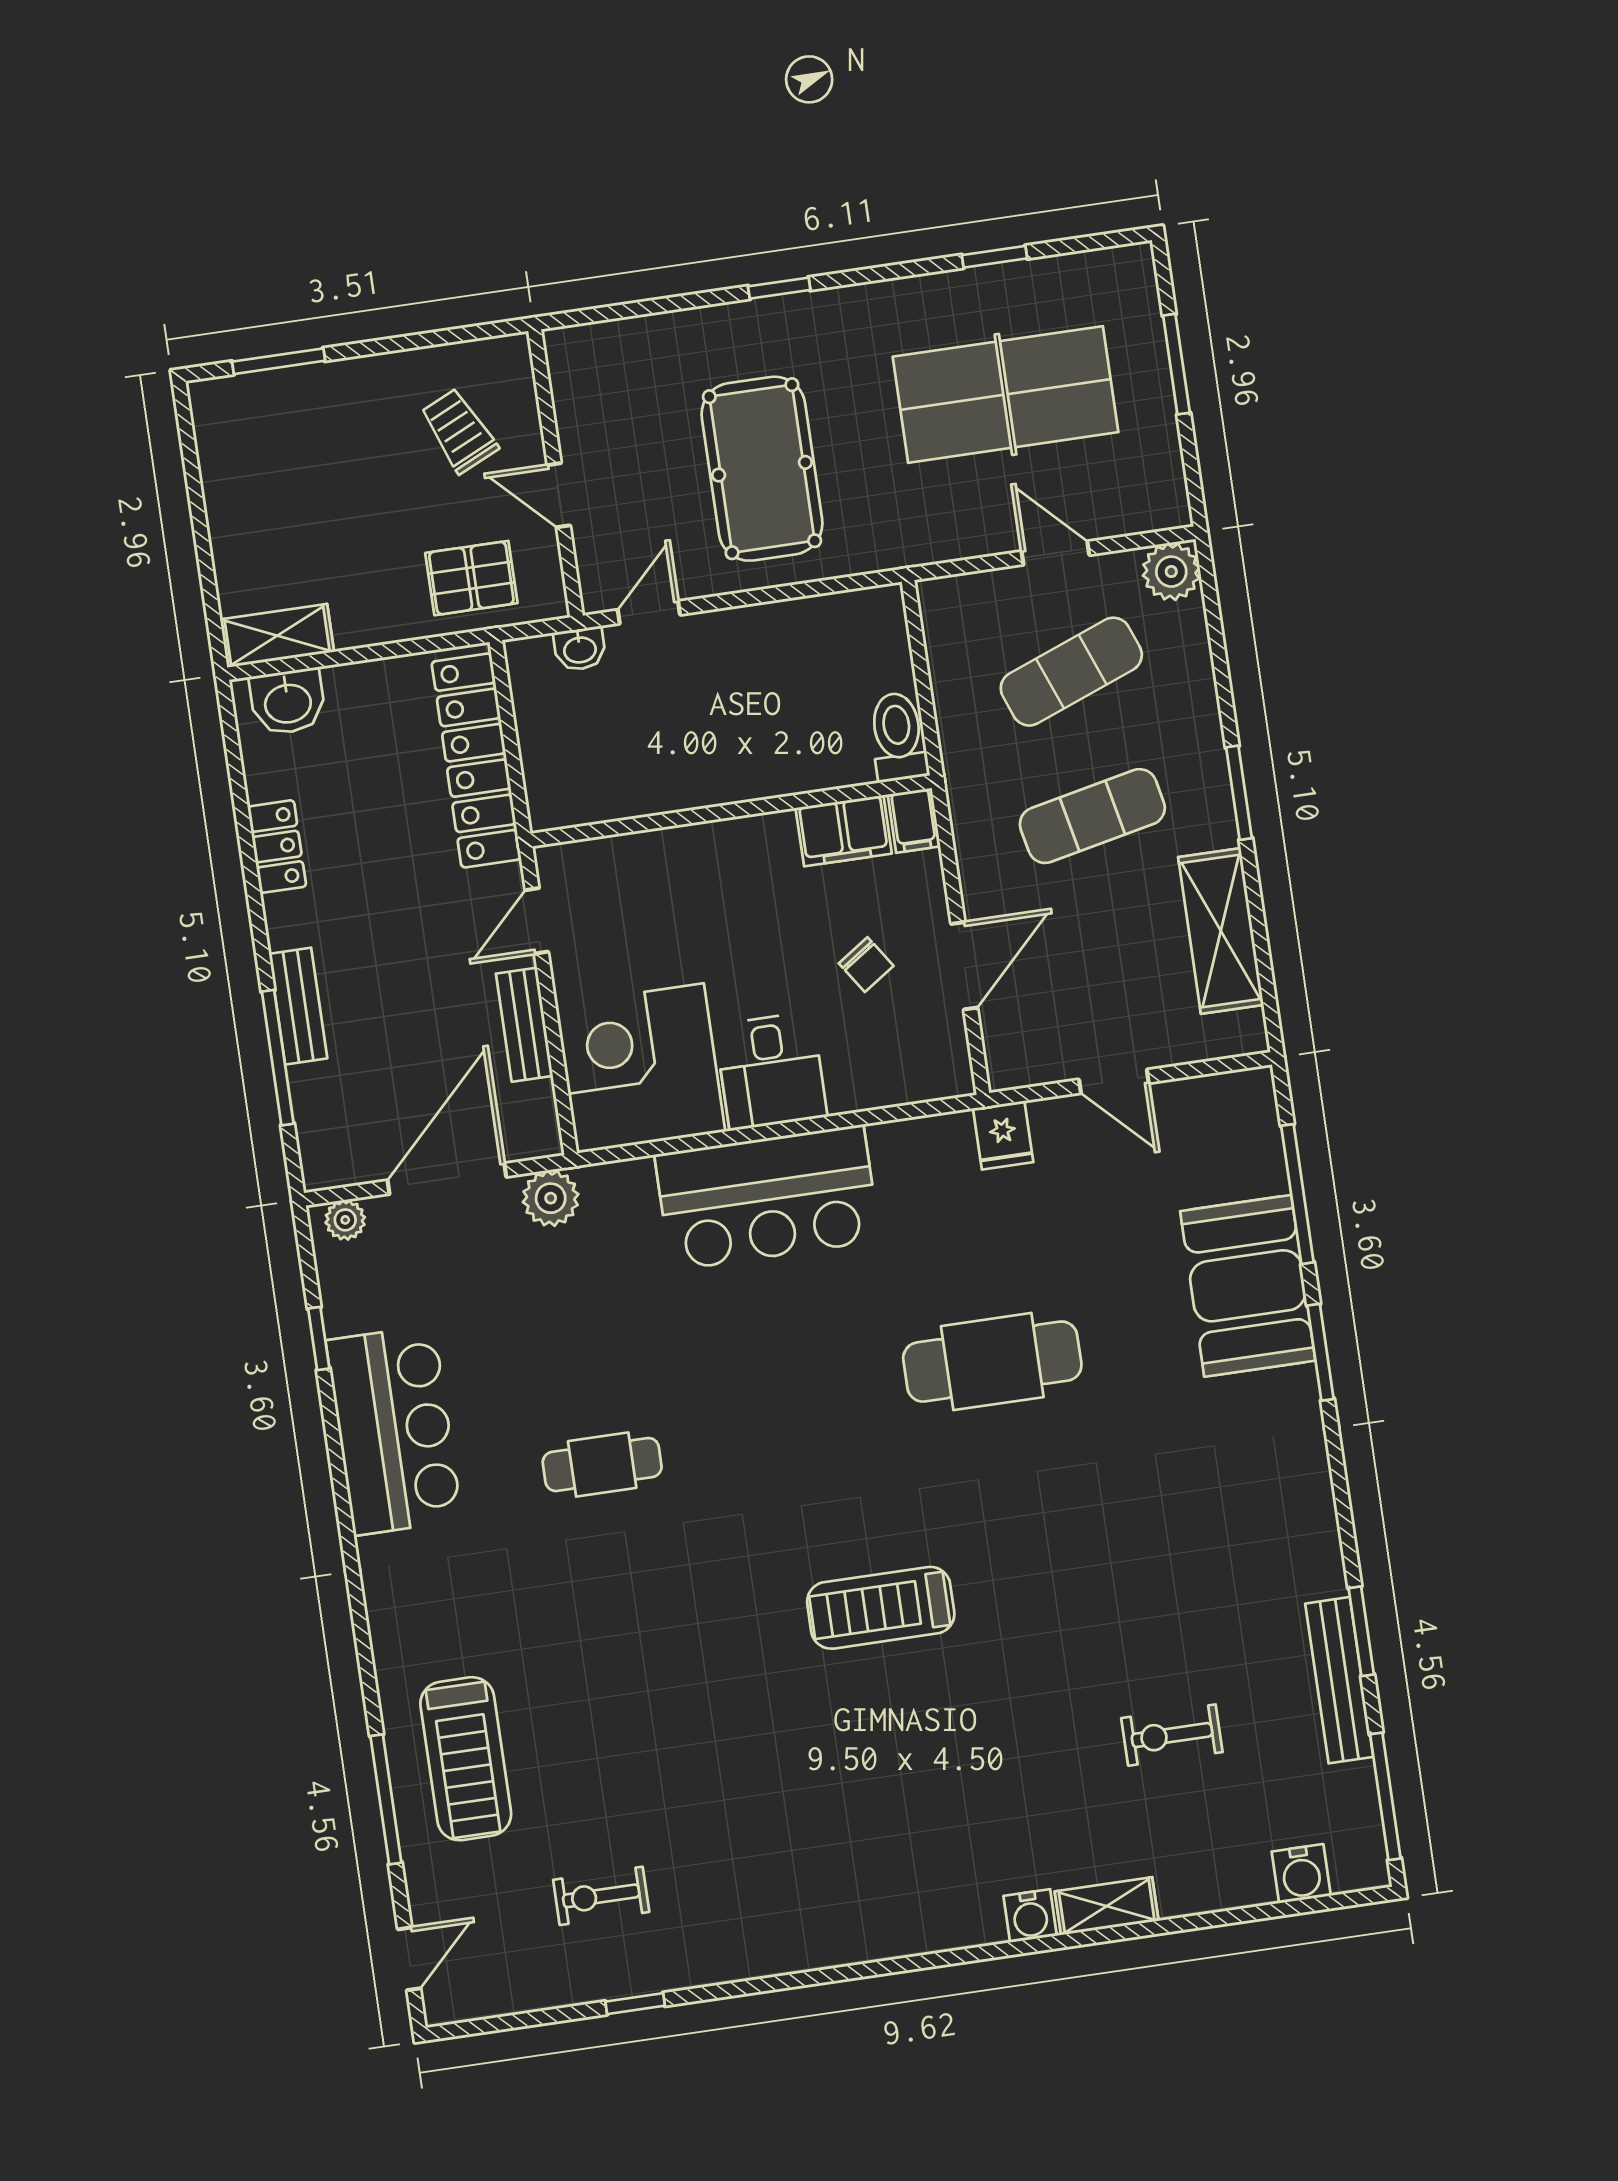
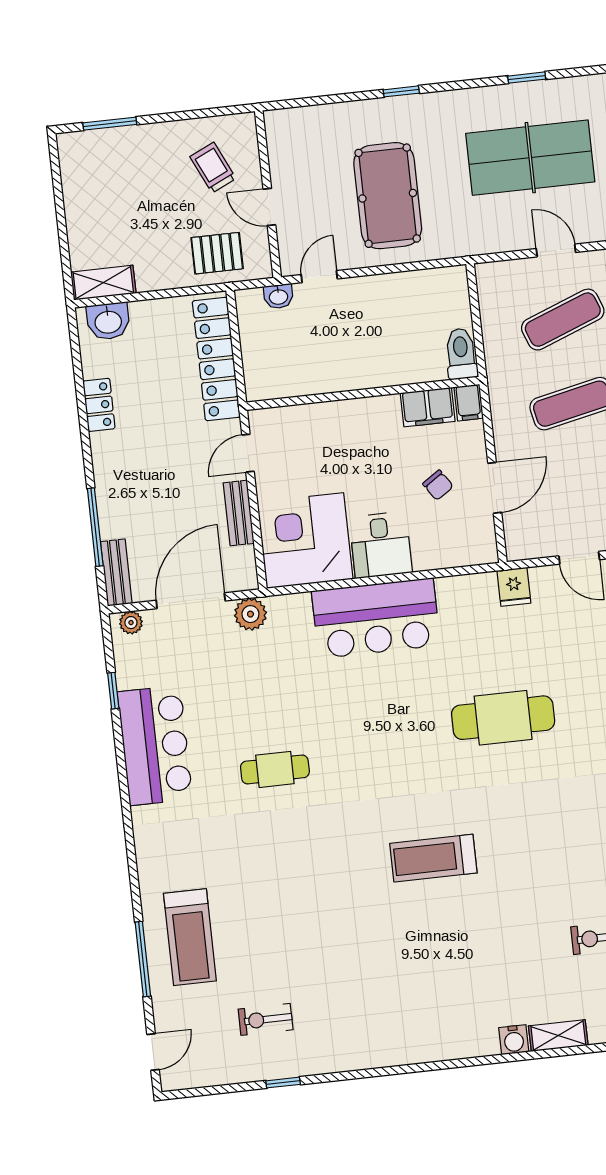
bench: (298, 1006) -> (116, 573), moved

